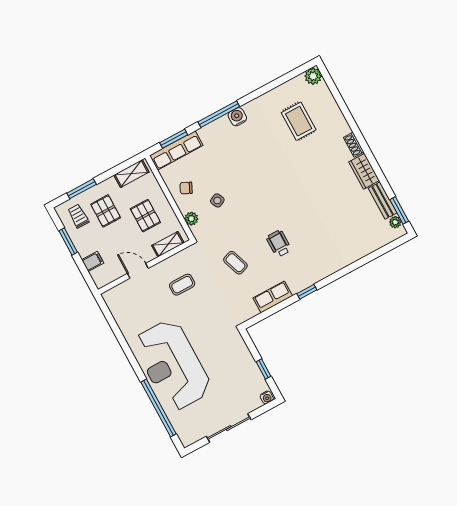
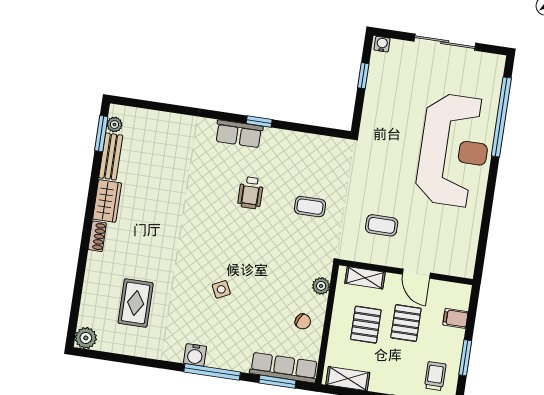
side table: (217, 200) -> (221, 289), moved
pallet: (106, 211) -> (406, 323), moved
trolley: (78, 216) -> (435, 376), turned 180
coffee table: (235, 263) -> (310, 207), turned -71
row of seats: (273, 297) -> (239, 134), moved

